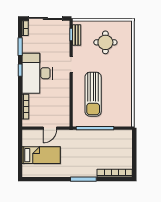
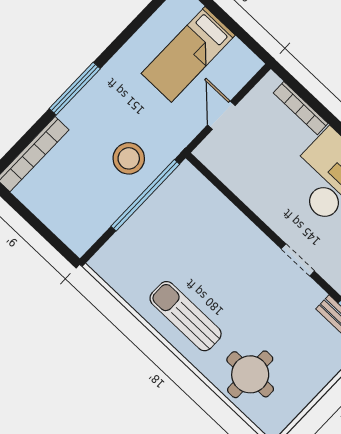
round table: (105, 42) -> (250, 374), moved
sun lounger: (93, 94) -> (186, 316), moved, width x0.73, depth x0.75
stool: (89, 143) -> (129, 158), added

